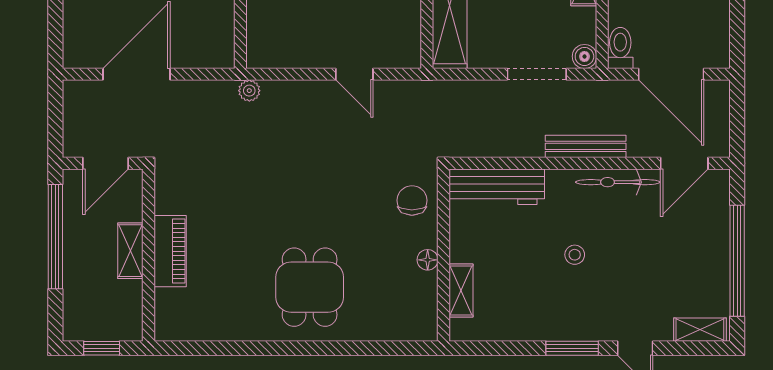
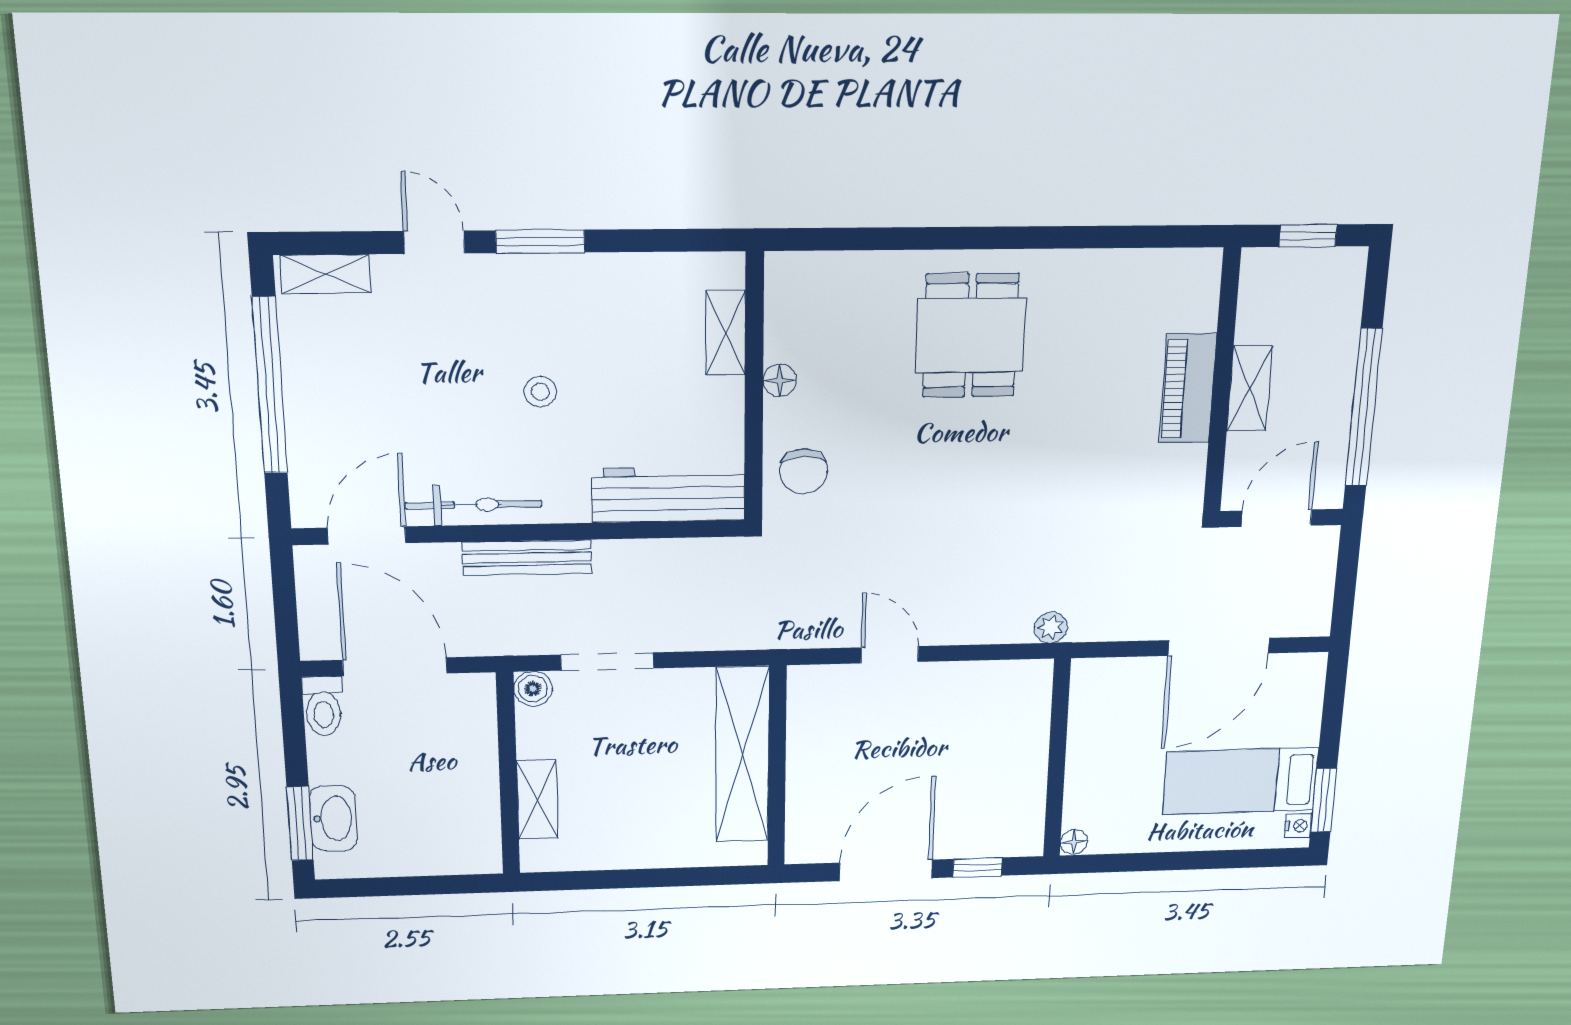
toilet: (620, 48) -> (323, 706), moved

